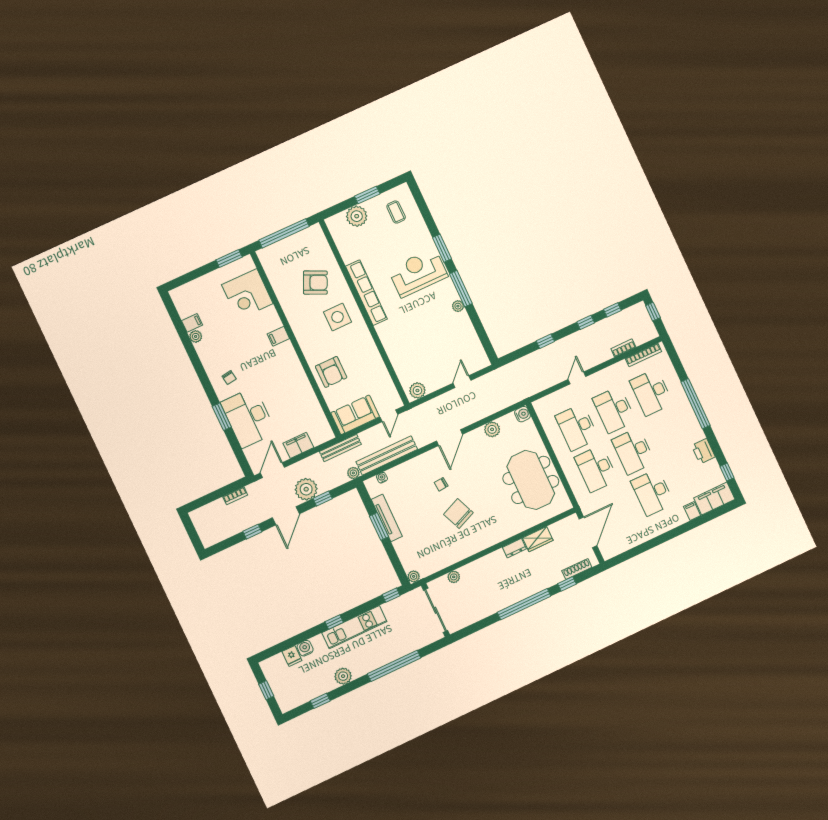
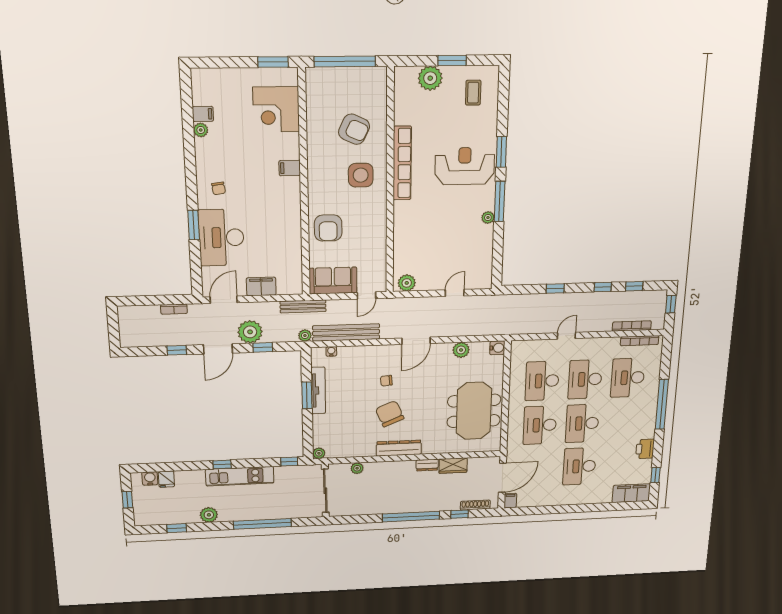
bookcase: (623, 348) -> (632, 326), width x1.56
filing cabinet: (692, 511) -> (510, 501), moved
dresser: (482, 542) -> (399, 448), added
water cooler: (305, 648) -> (150, 478), moved

